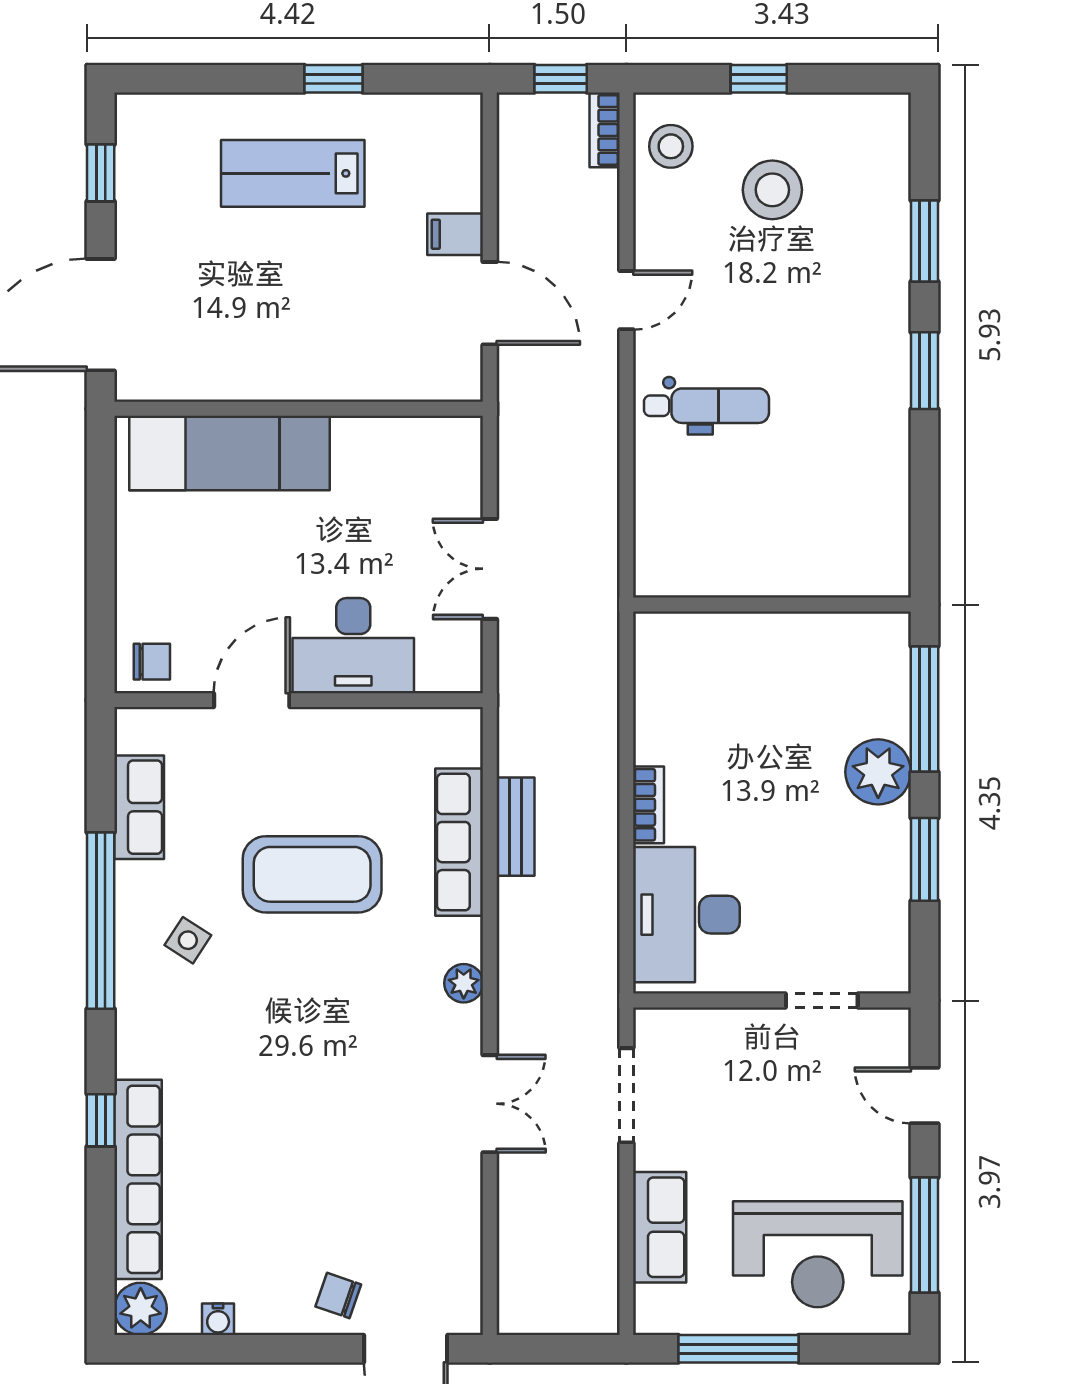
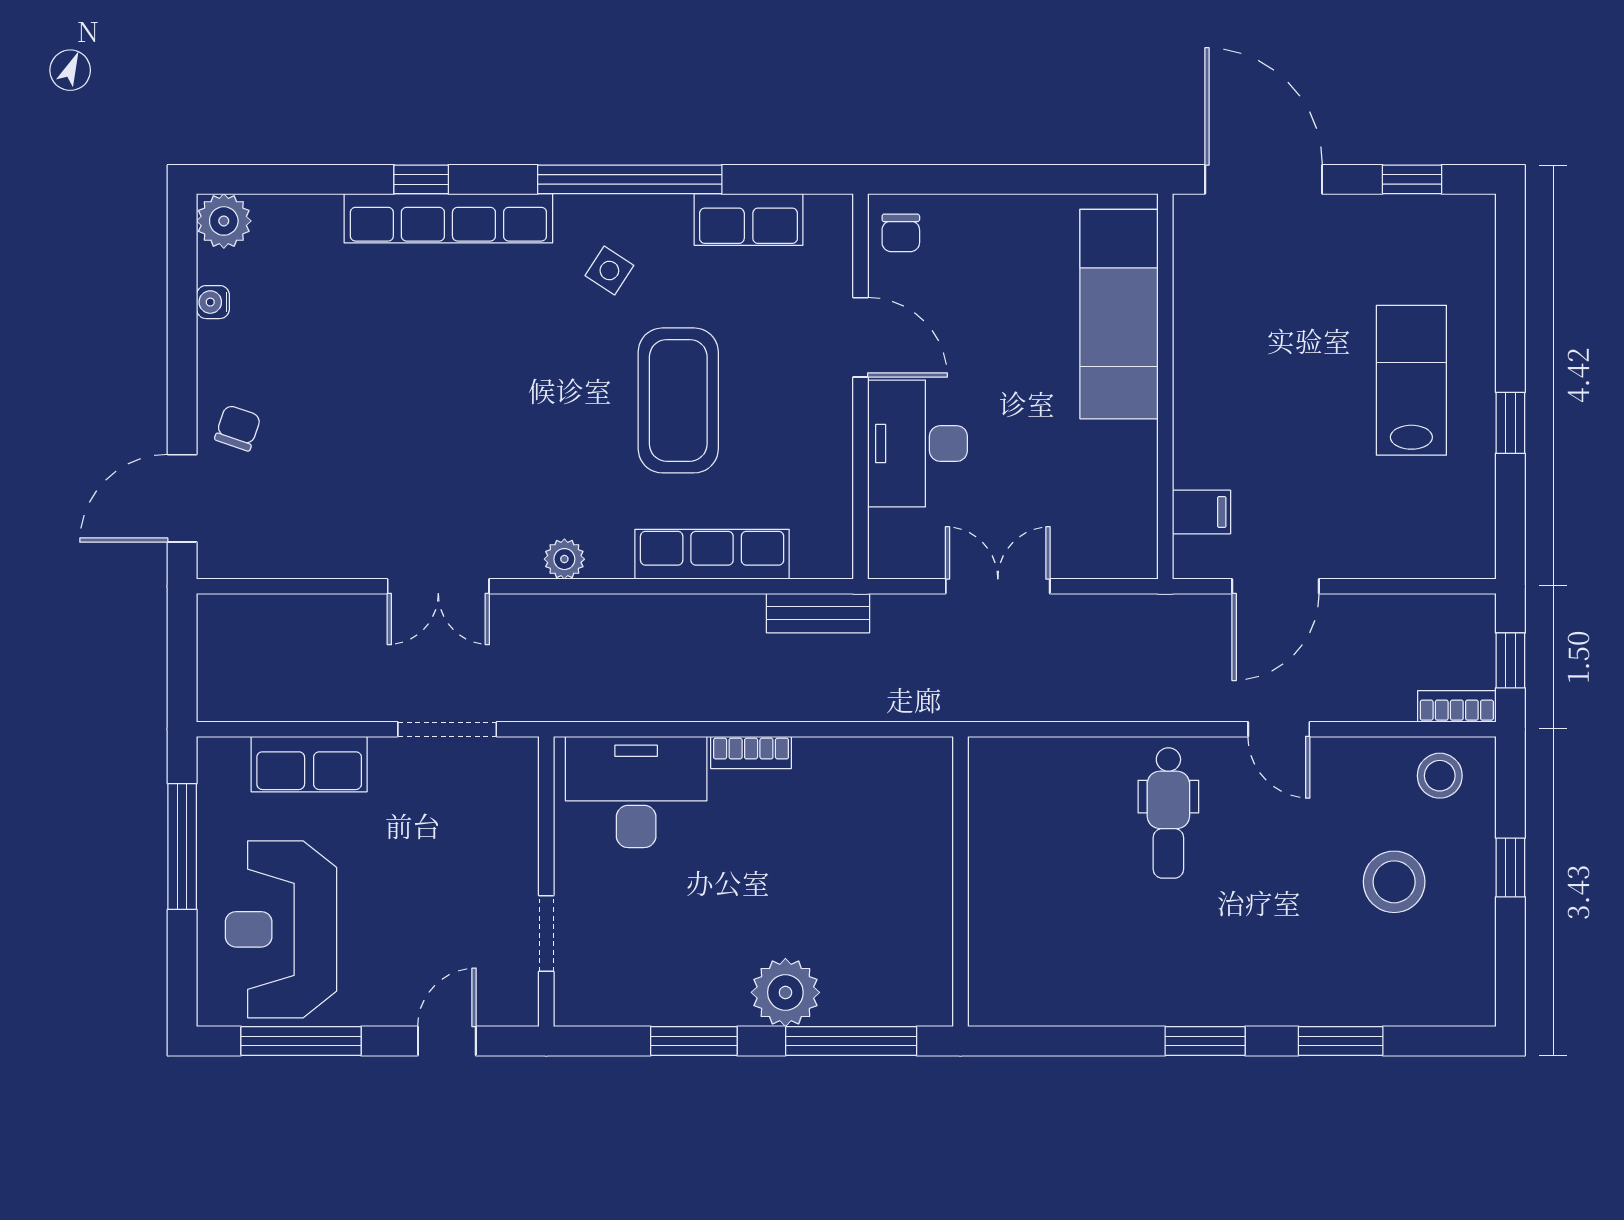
filing cabinet: (455, 234) -> (1201, 512), moved, turned 90
bench: (515, 827) -> (818, 613), moved
row of seats: (138, 1179) -> (448, 218), moved

